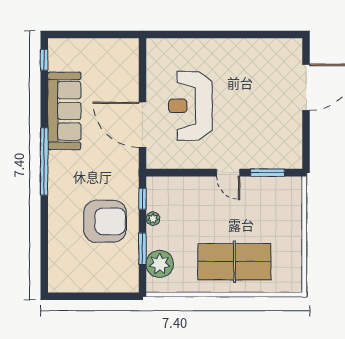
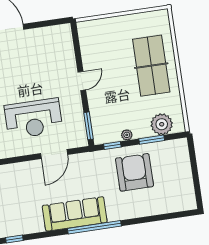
sofa: (64, 111) -> (75, 214), moved
door: (142, 125) -> (54, 154), width x0.73
window: (268, 173) -> (88, 126), moved

